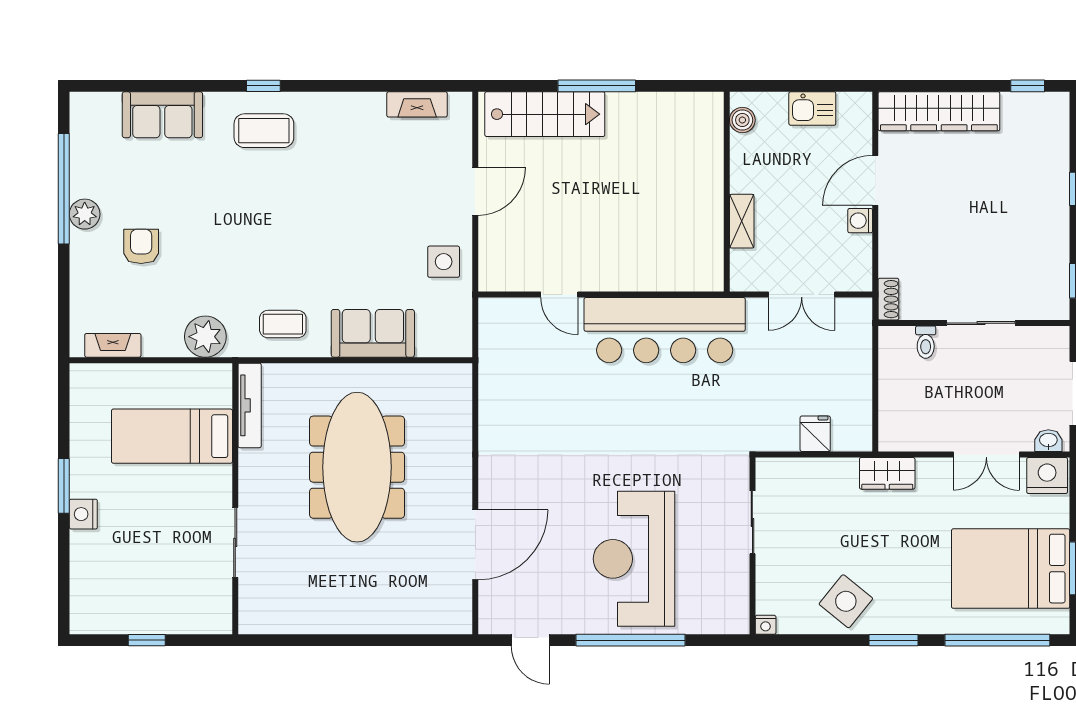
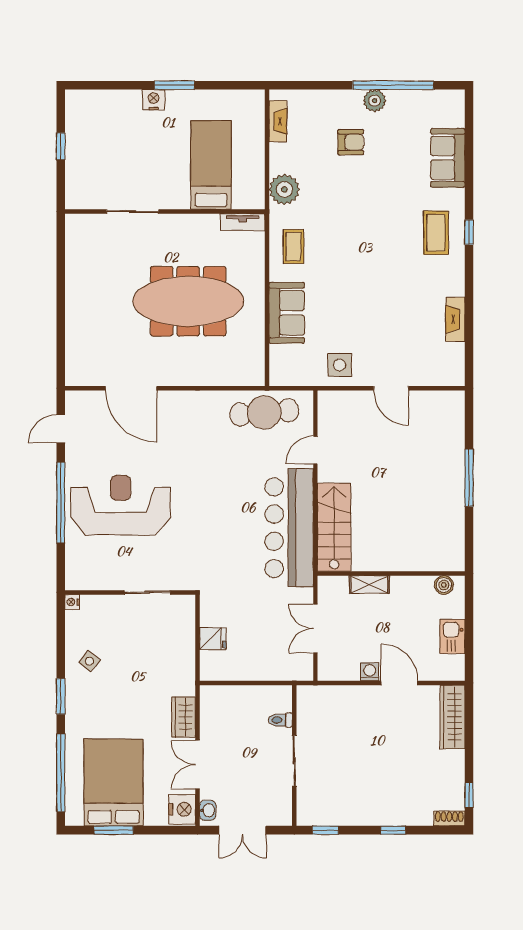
fireplace: (417, 104) -> (455, 319), moved
wardrobe: (939, 111) -> (452, 717), width x0.71, depth x0.85
stairs: (545, 114) -> (334, 527), moved, turned 180
shoe rack: (888, 299) -> (449, 818), moved, turned 180
cafe table: (508, 364) -> (264, 412), added
tv unit: (250, 405) -> (243, 222), width x0.71
wardrobe: (887, 473) -> (184, 717), moved
side table: (846, 601) -> (89, 661), width x0.54, depth x0.54

